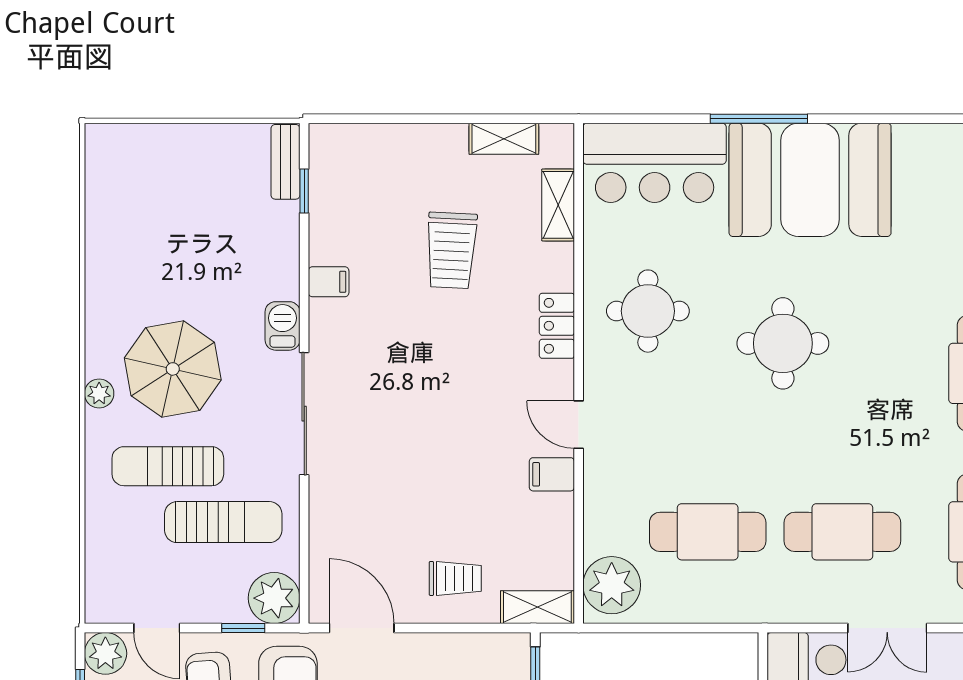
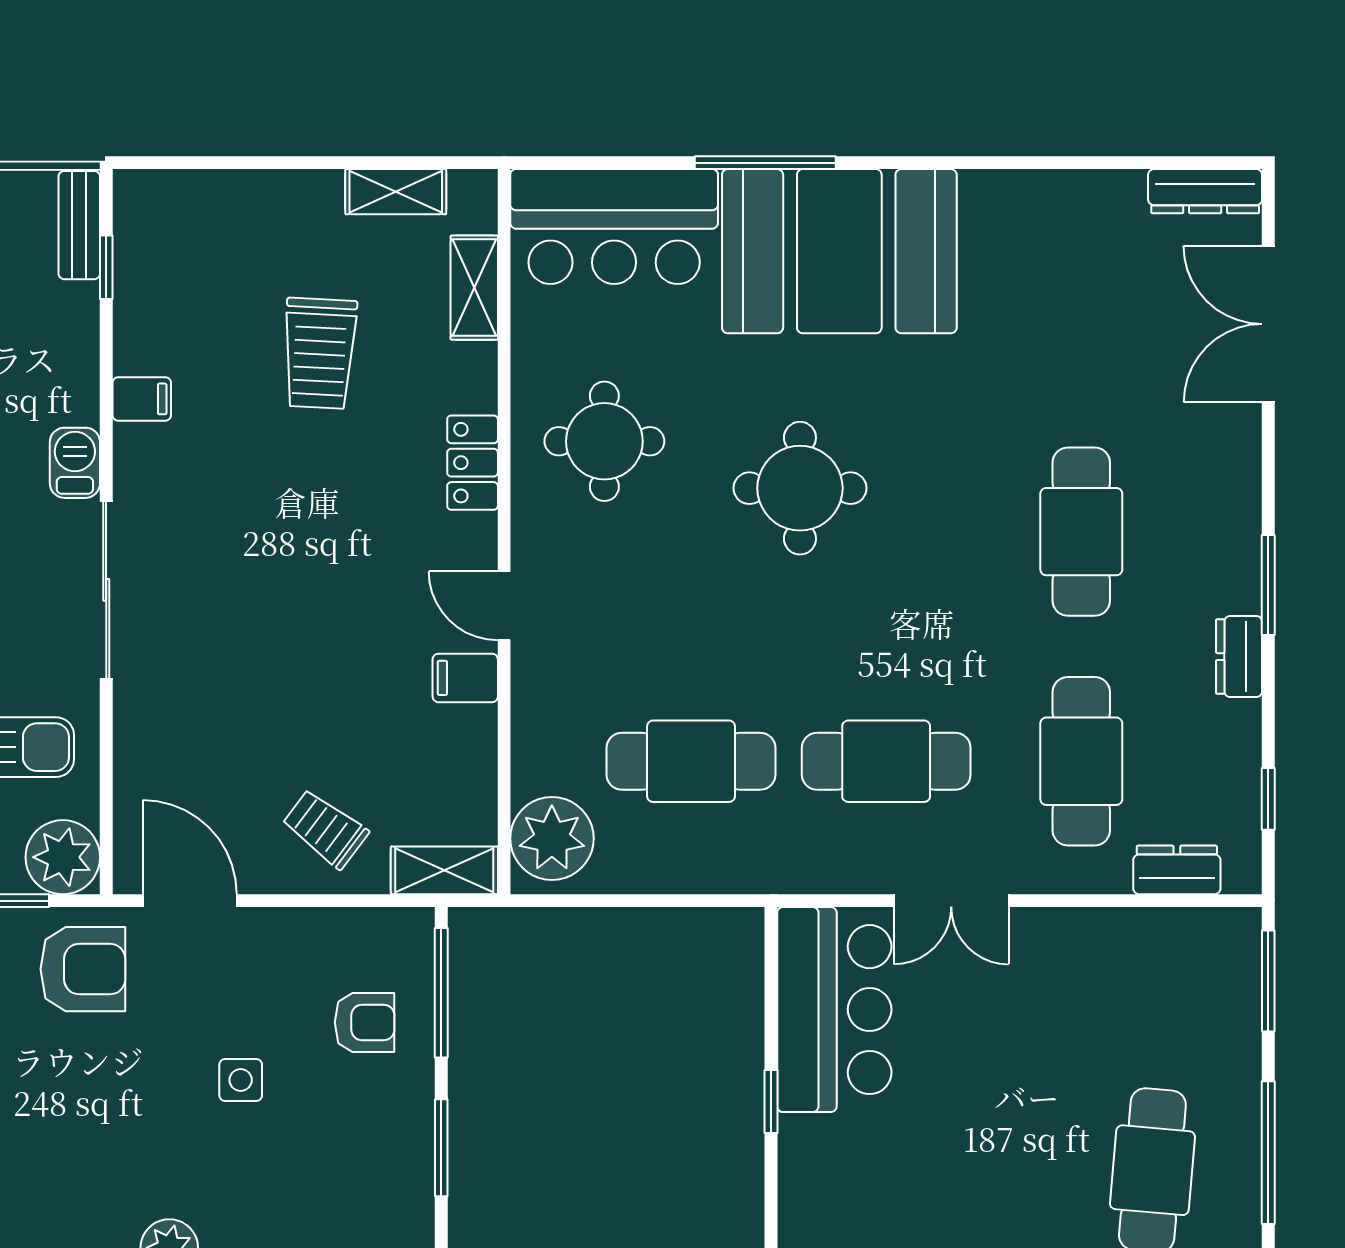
trolley: (455, 578) -> (325, 829), turned -143

